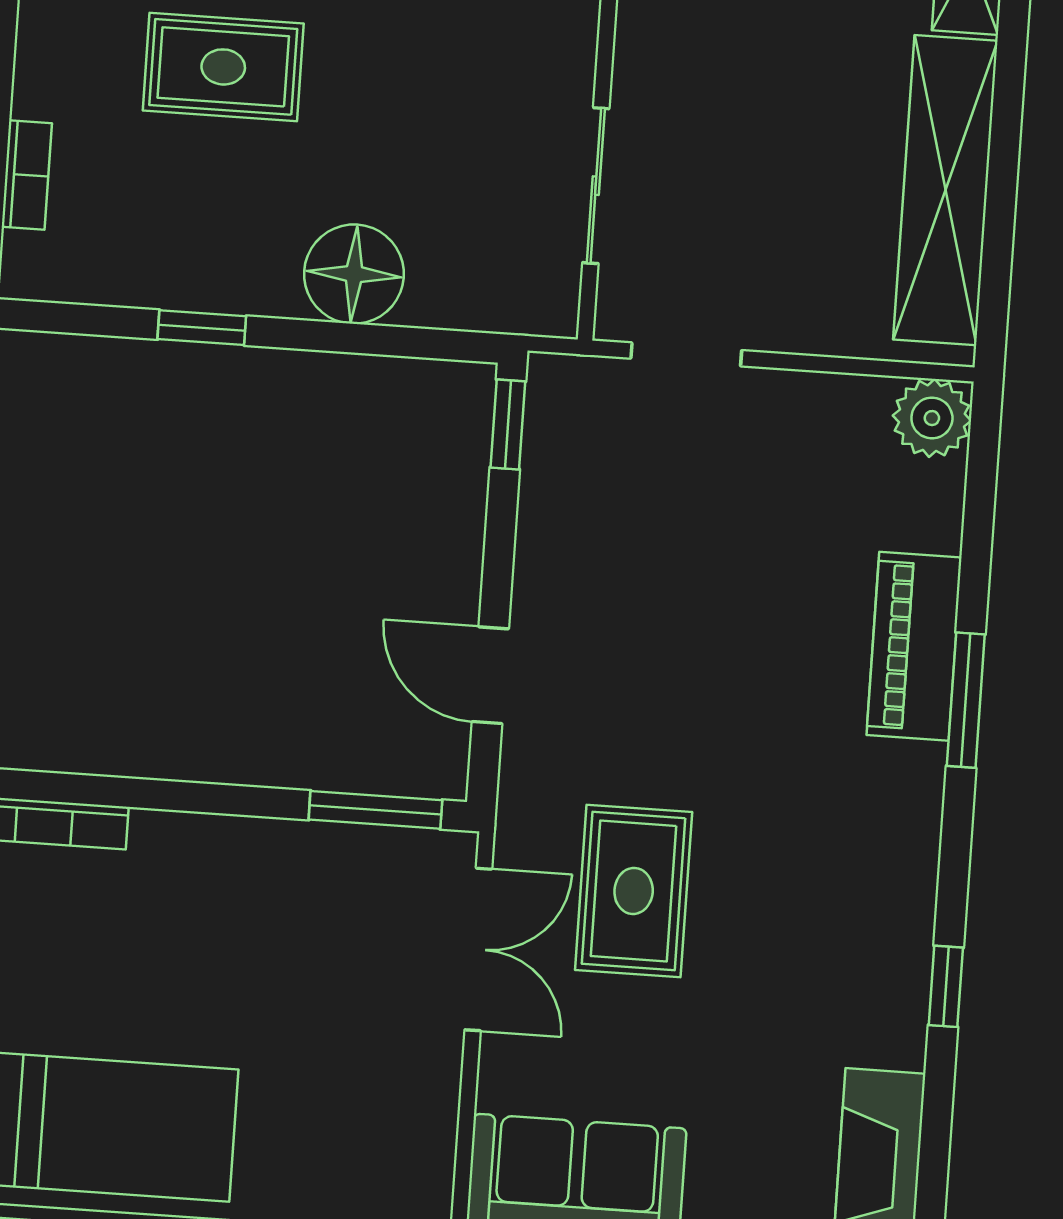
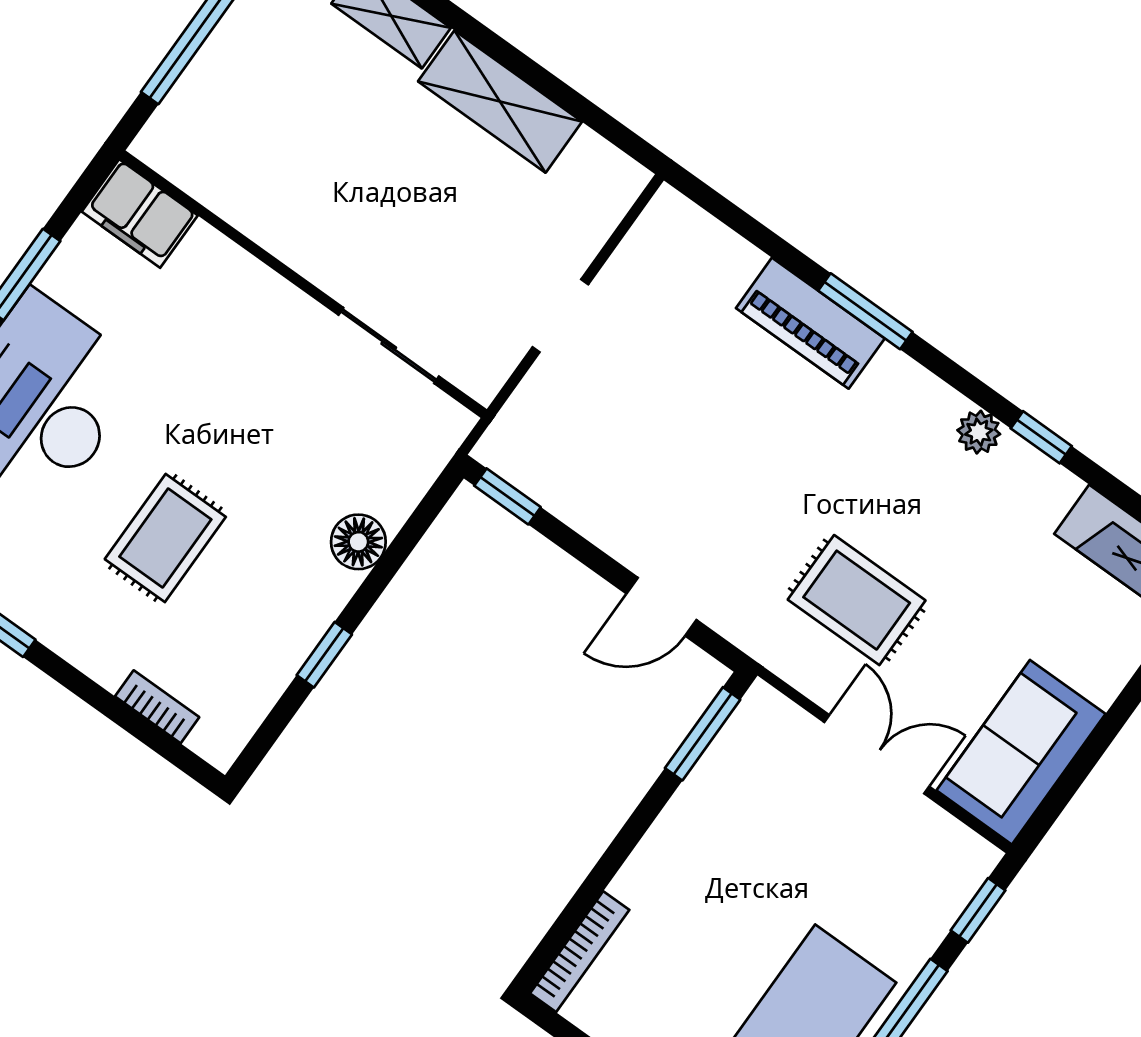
shelving: (945, 190) -> (500, 102), width x0.68
floor lamp: (354, 274) -> (358, 542), width x0.73, depth x0.73
doorway: (686, 354) -> (560, 316), moved
plant: (932, 418) -> (979, 432), moved, width x0.73, depth x0.73
double door: (478, 949) -> (877, 754), moved

